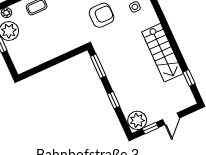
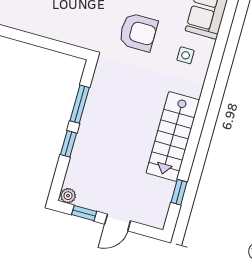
window: (98, 66) -> (80, 104), moved
plant: (137, 120) -> (68, 196), width x0.53, depth x0.53

